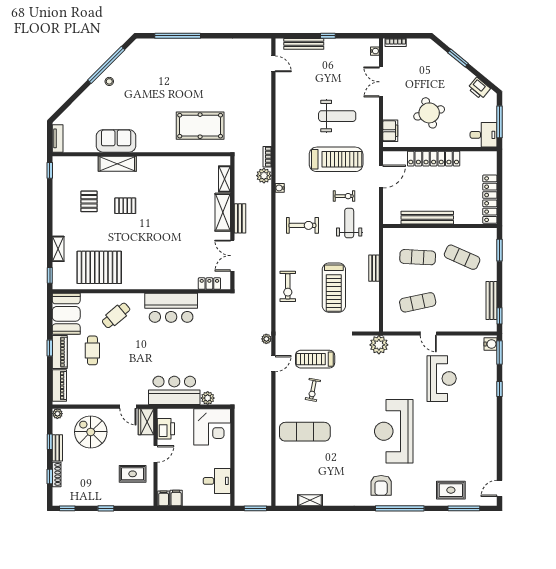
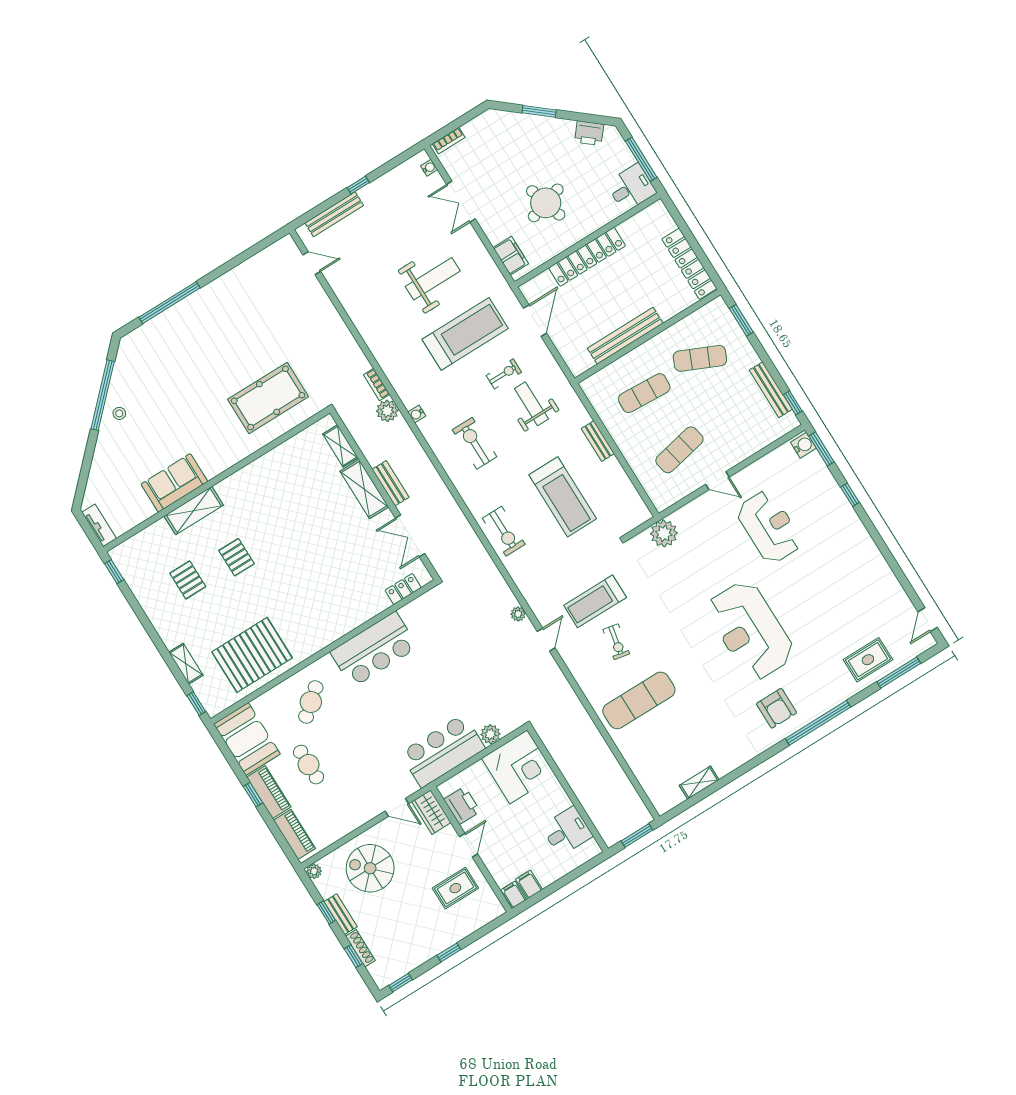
pallet: (125, 206) -> (237, 557), turned 90
exercise bike: (302, 225) -> (475, 443), turned -90

